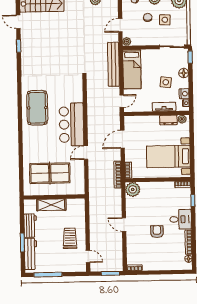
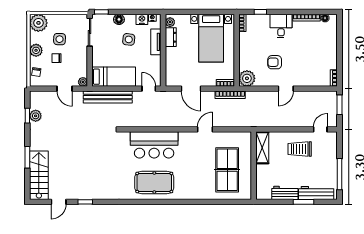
bar counter: (71, 125) -> (154, 145), moved
door: (86, 153) -> (205, 129), swing flipped
shelving: (51, 205) -> (262, 148), moved
armchair: (157, 232) -> (275, 62), moved

